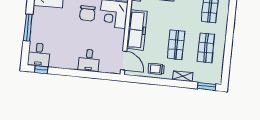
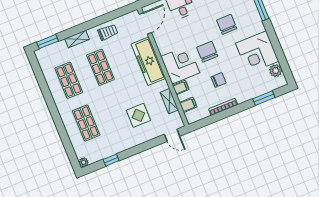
chair: (61, 26) -> (227, 24), added
door: (124, 60) -> (145, 23), swing flipped

